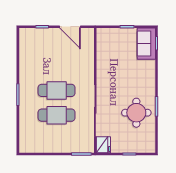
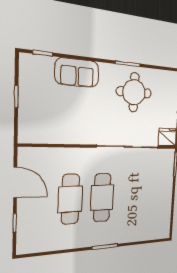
door: (70, 27) -> (15, 182), hinge flipped
sofa: (146, 44) -> (77, 73), moved
cafe table: (57, 115) -> (70, 199), moved

